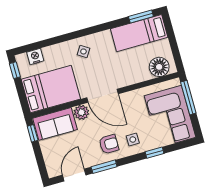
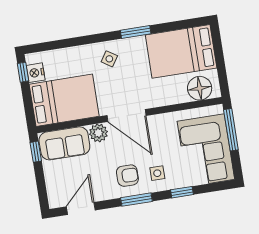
window: (141, 17) -> (136, 32), moved
bed: (139, 33) -> (181, 51), width x1.50
nightstand: (35, 57) -> (36, 73), moved, turned -90
window: (104, 167) -> (136, 200), moved

